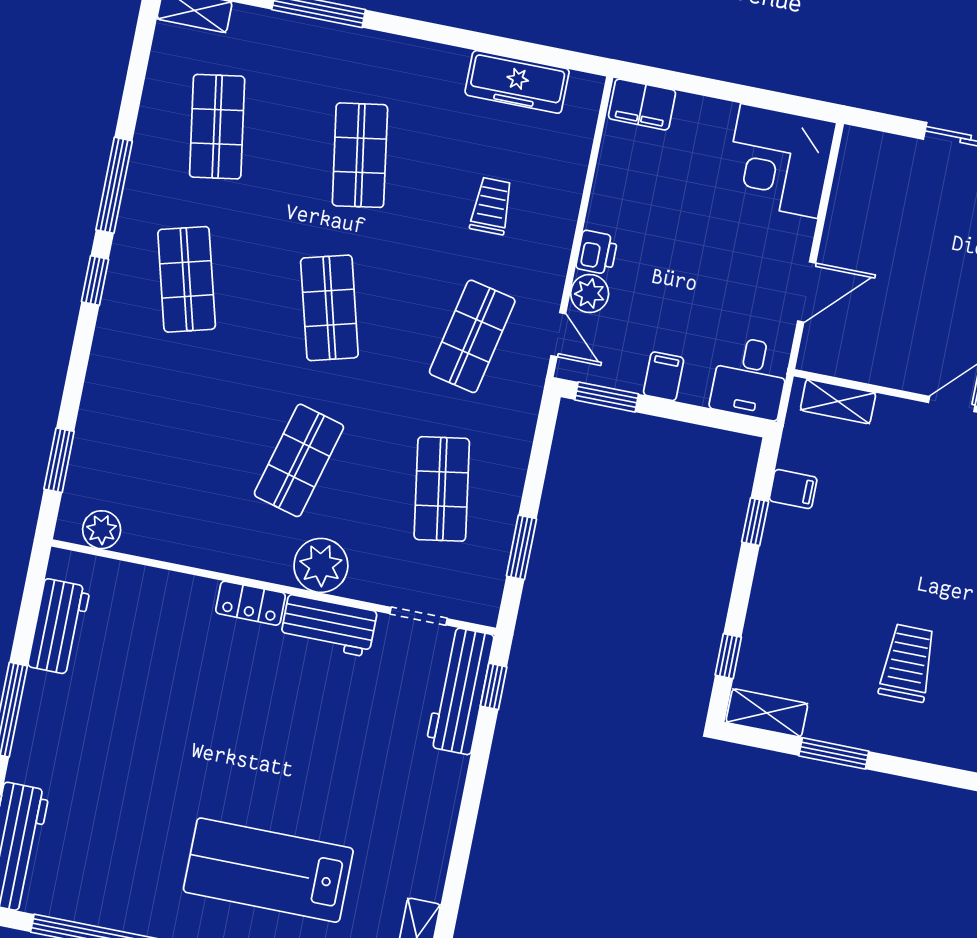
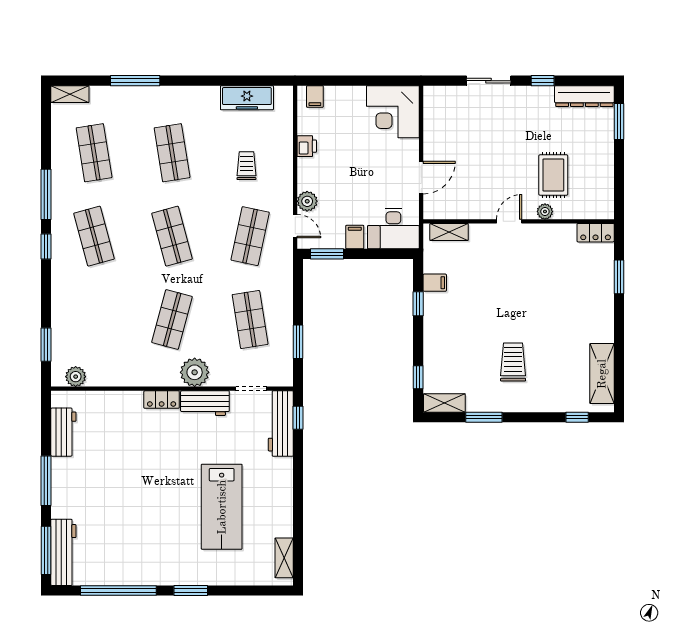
filing cabinet: (642, 105) -> (315, 96), width x0.50
printer: (597, 252) -> (307, 146), moved
desk: (750, 378) -> (393, 229), width x1.37
lab bench: (268, 870) -> (222, 507), moved, turned -90

